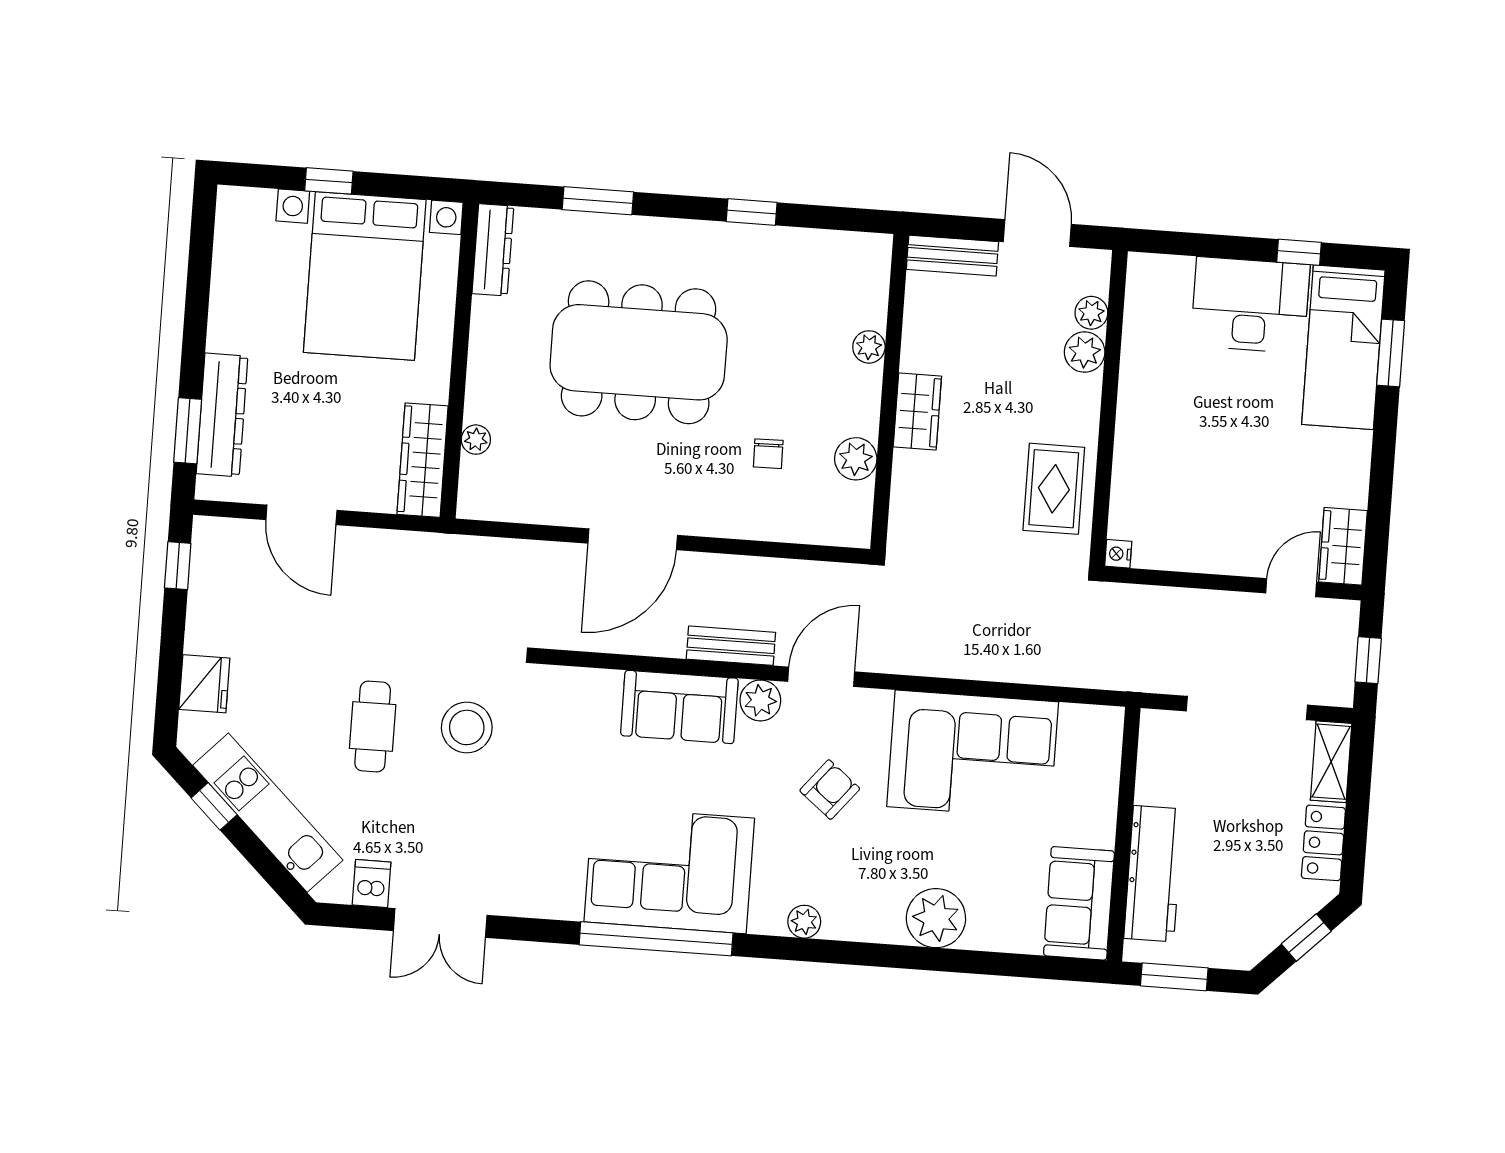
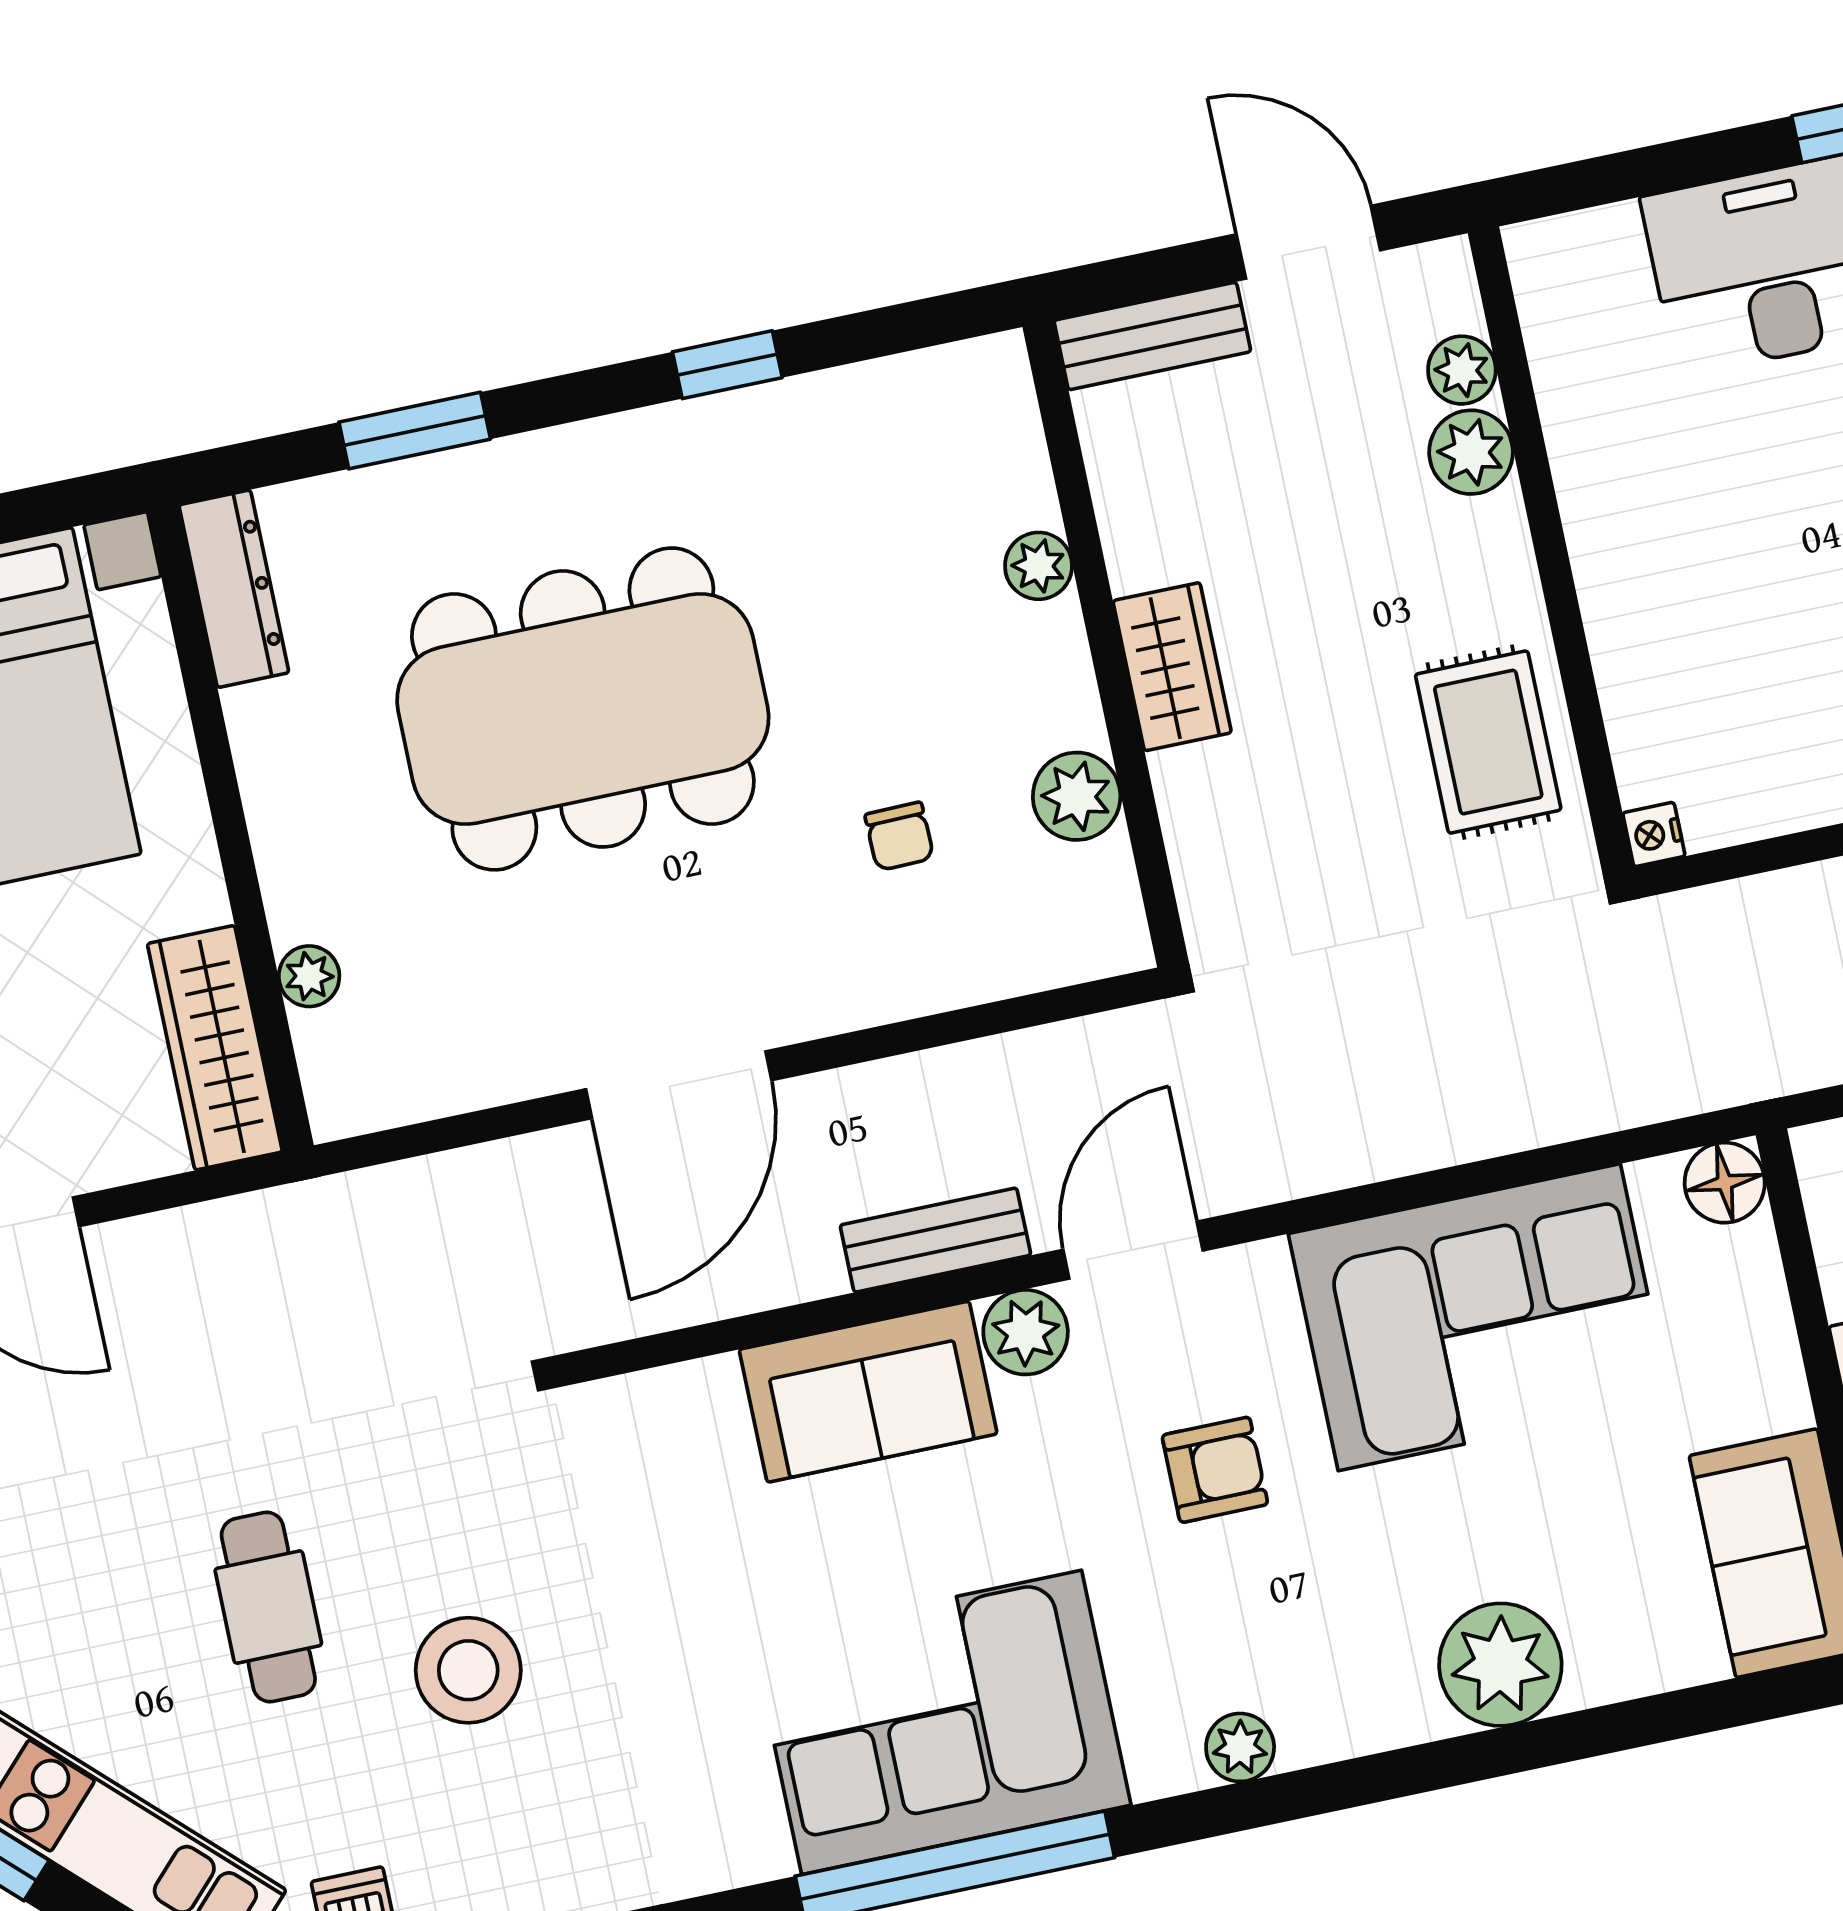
floor lamp: (1104, 725) -> (1725, 1183), added
stool: (467, 727) -> (468, 1670), moved
armchair: (830, 790) -> (1215, 1470), turned 51

